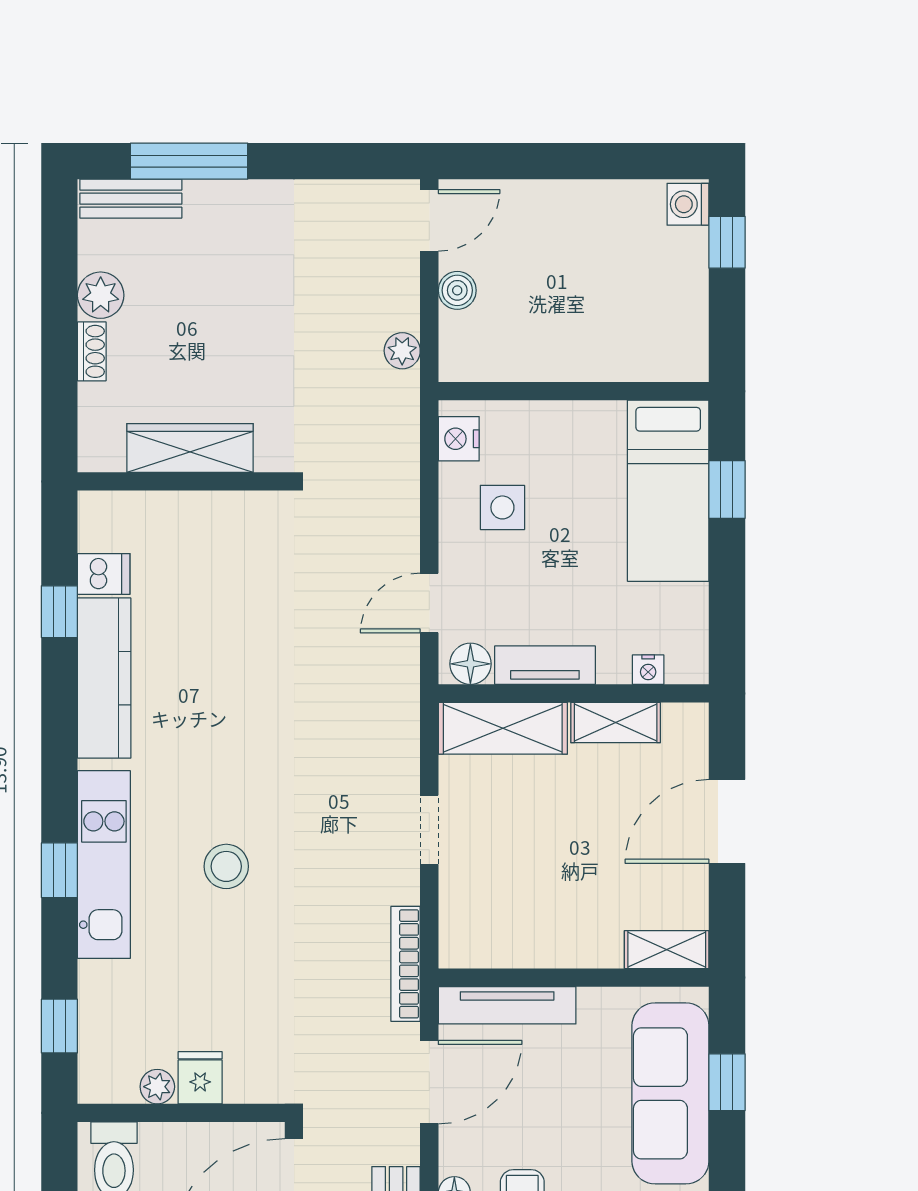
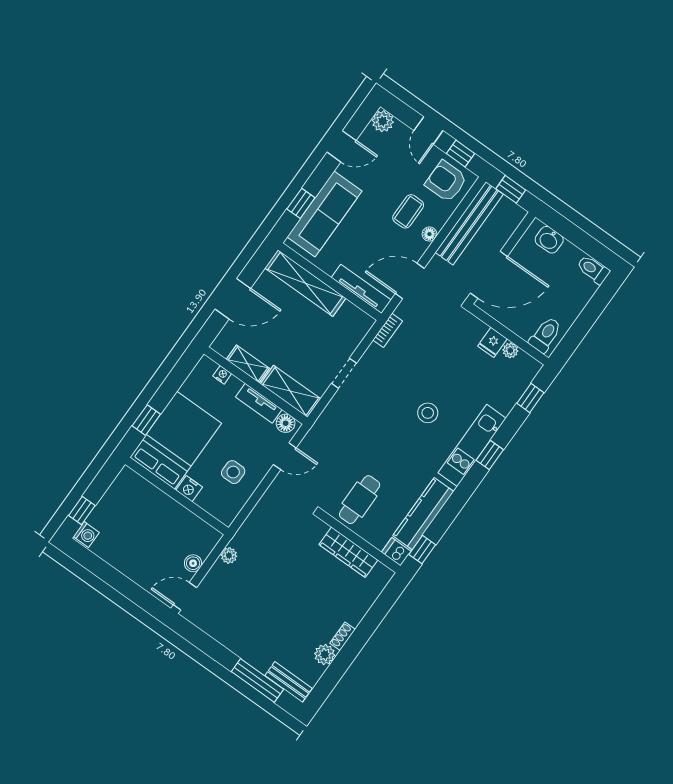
nightstand: (459, 439) -> (189, 489), moved, turned 90
wardrobe: (190, 448) -> (348, 552), moved
wall: (181, 481) -> (360, 542), moved
bed: (668, 491) -> (176, 440), width x1.50
cafe table: (238, 621) -> (360, 500), added
shelving: (667, 950) -> (305, 283), width x2.20, depth x1.33
bookcase: (406, 964) -> (388, 330), width x0.64

